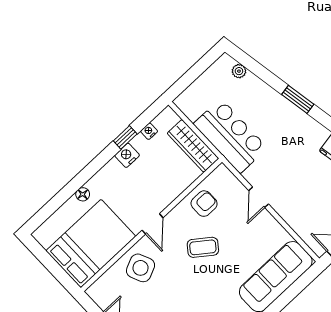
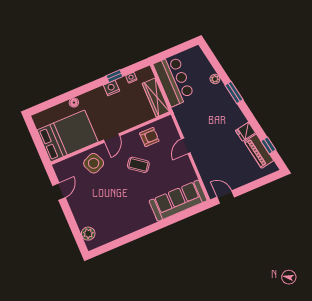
plant: (239, 71) -> (215, 79), moved
bar counter: (230, 136) -> (174, 81), moved

